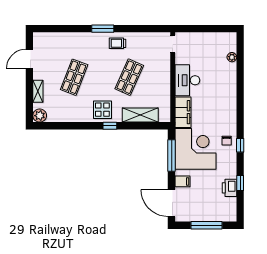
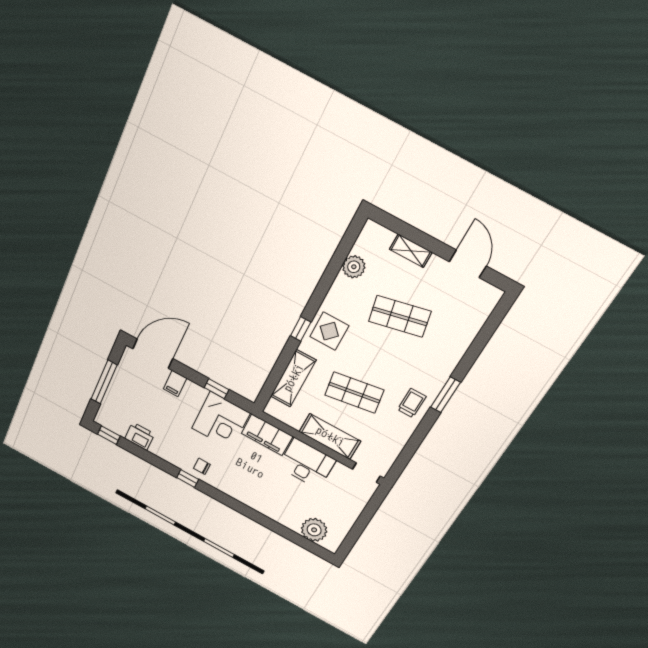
plant: (232, 57) -> (314, 530), width x1.88, depth x1.88
shelving: (163, 76) -> (330, 436), added
shop shelf: (74, 77) -> (400, 316), turned -33
shop shelf: (129, 77) -> (354, 393), turned -33
plant: (40, 116) -> (354, 267), moved
corner desk: (196, 149) -> (221, 421), width x0.74, depth x0.74
window: (172, 156) -> (217, 389), width x0.46
window: (240, 183) -> (109, 435), moved

